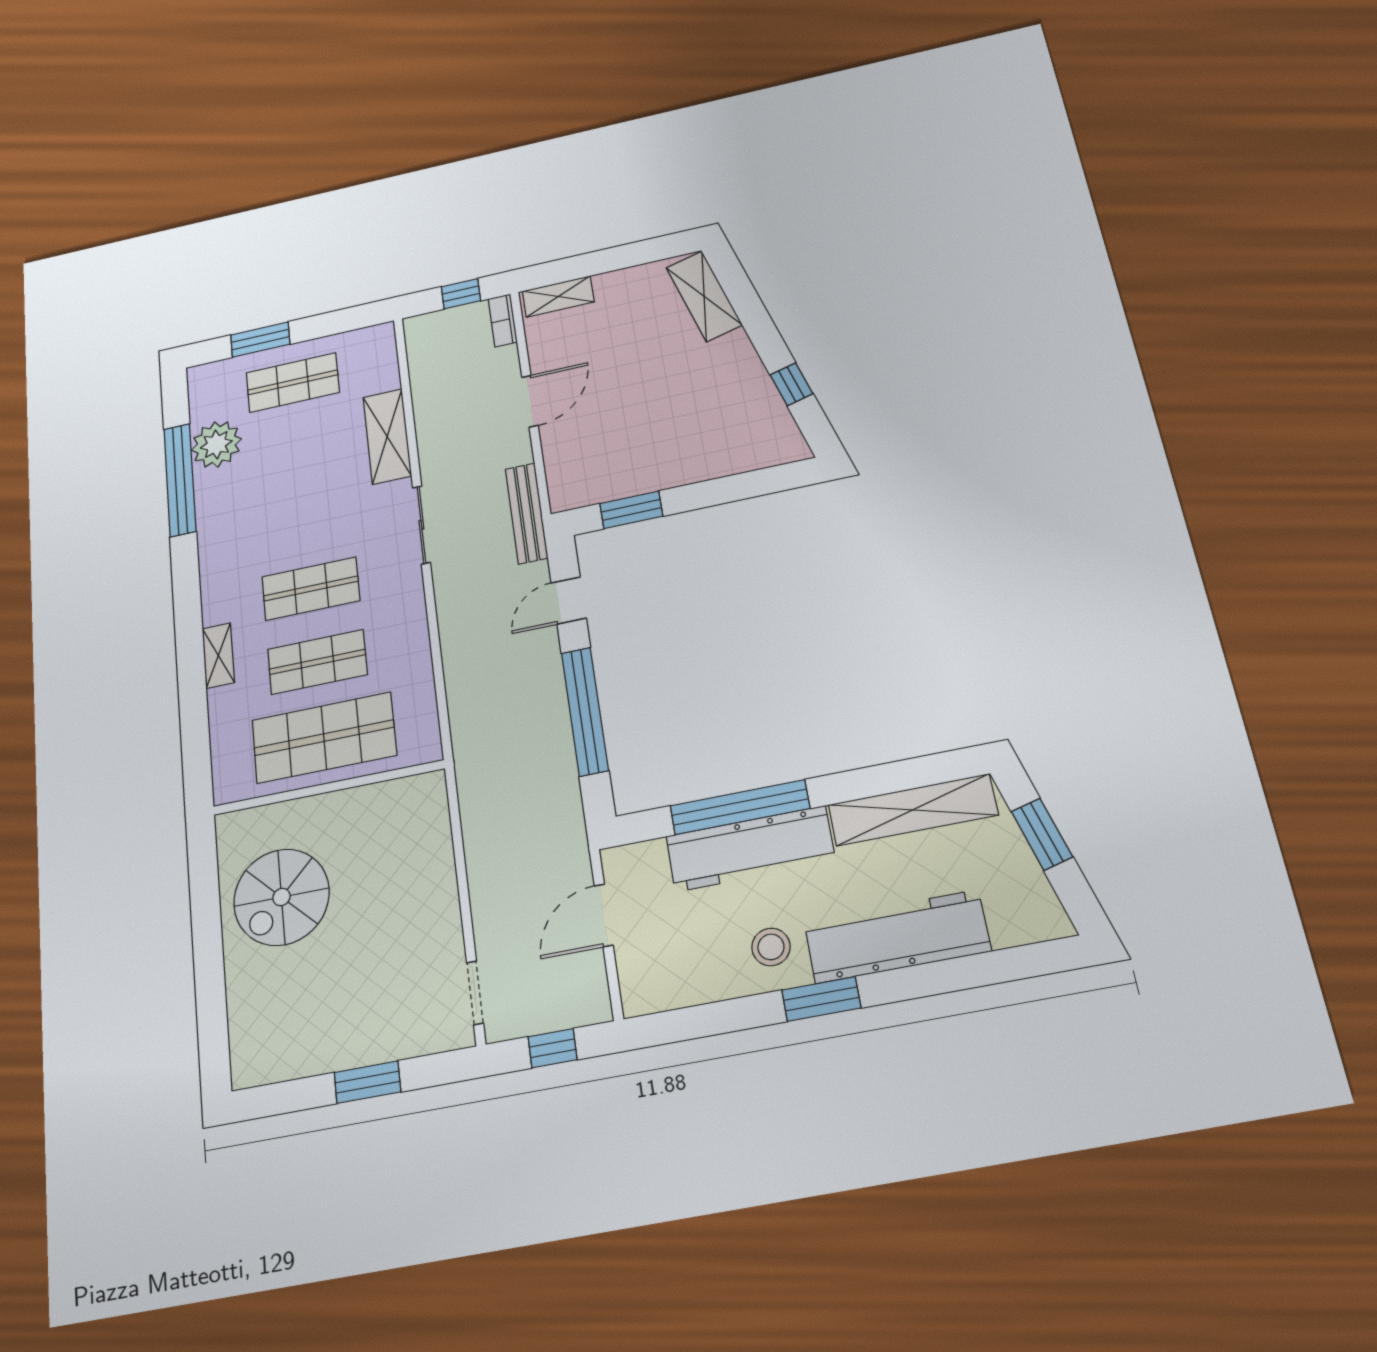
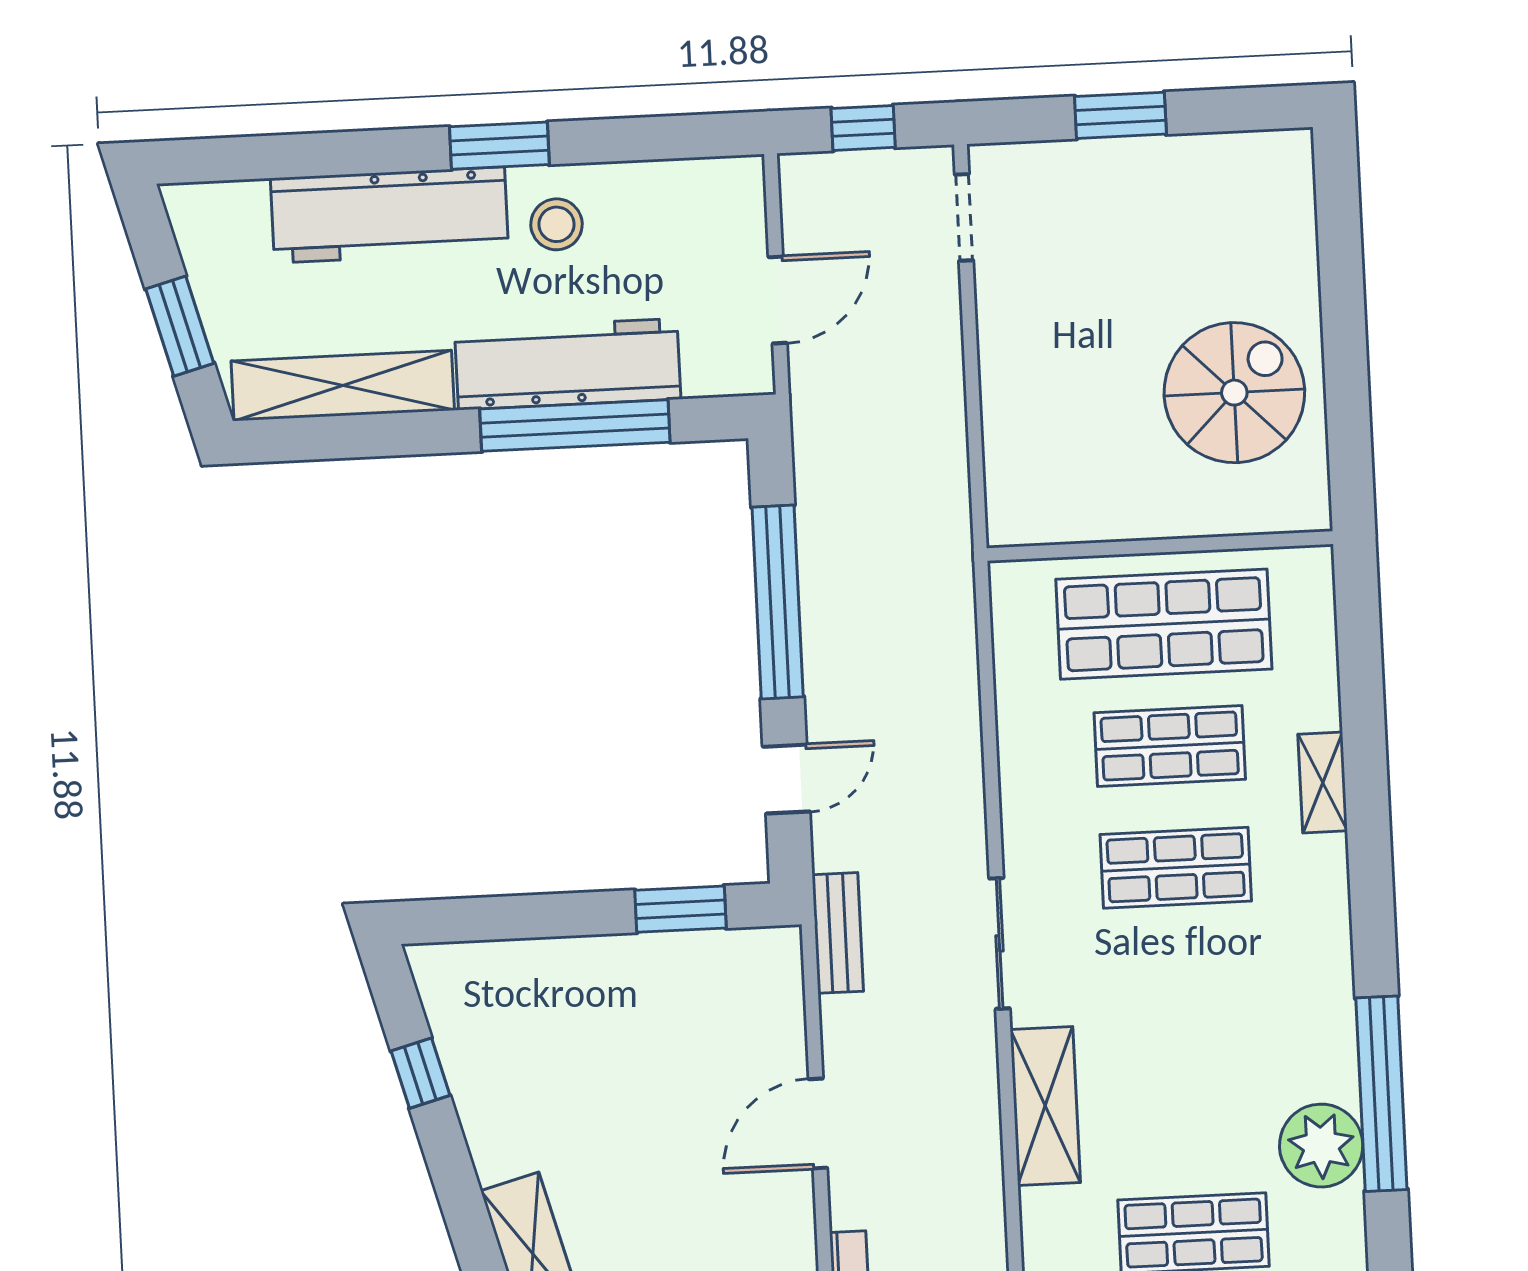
bench: (527, 513) -> (838, 933), width x0.73

